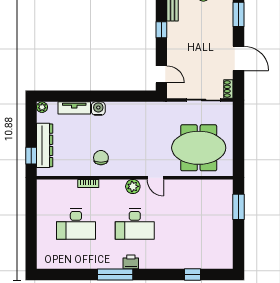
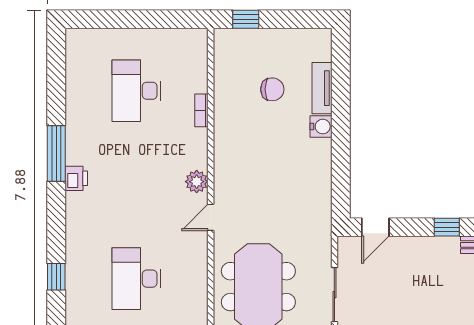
plant: (42, 107) -> (323, 37), removed
dresser: (45, 145) -> (262, 41), removed
chair: (101, 158) -> (272, 89), moved
desk: (135, 224) -> (137, 279), moved

